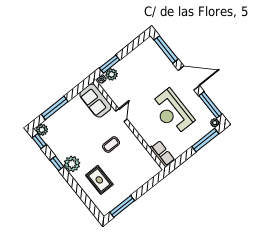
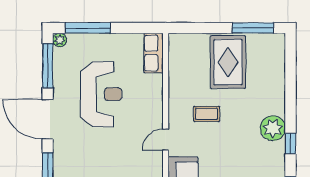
rug: (99, 180) -> (228, 62), moved, width x1.36, depth x1.43

